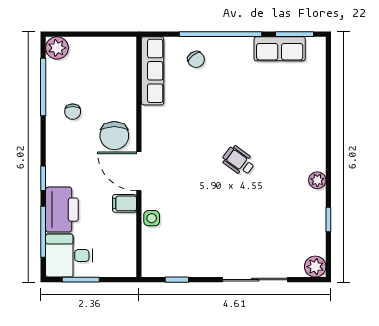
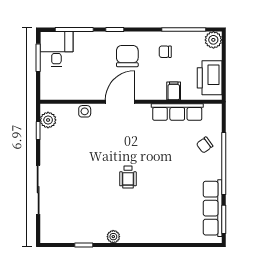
row of seats: (280, 49) -> (213, 208), width x1.48
row of seats: (153, 71) -> (177, 112), moved
chair: (114, 136) -> (127, 56), moved, turned 90
wheelchair: (239, 161) -> (128, 177), turned 144
filing cabinet: (125, 203) -> (174, 91), moved
printer: (62, 210) -> (210, 78), moved, turned 90
plant: (315, 267) -> (48, 120), moved

